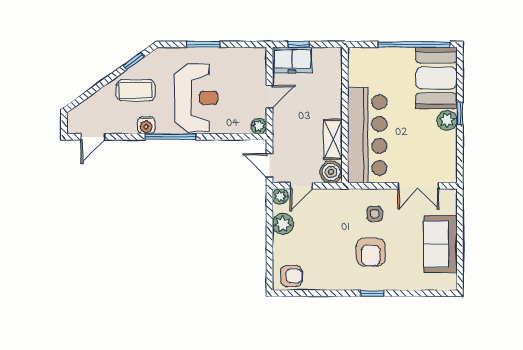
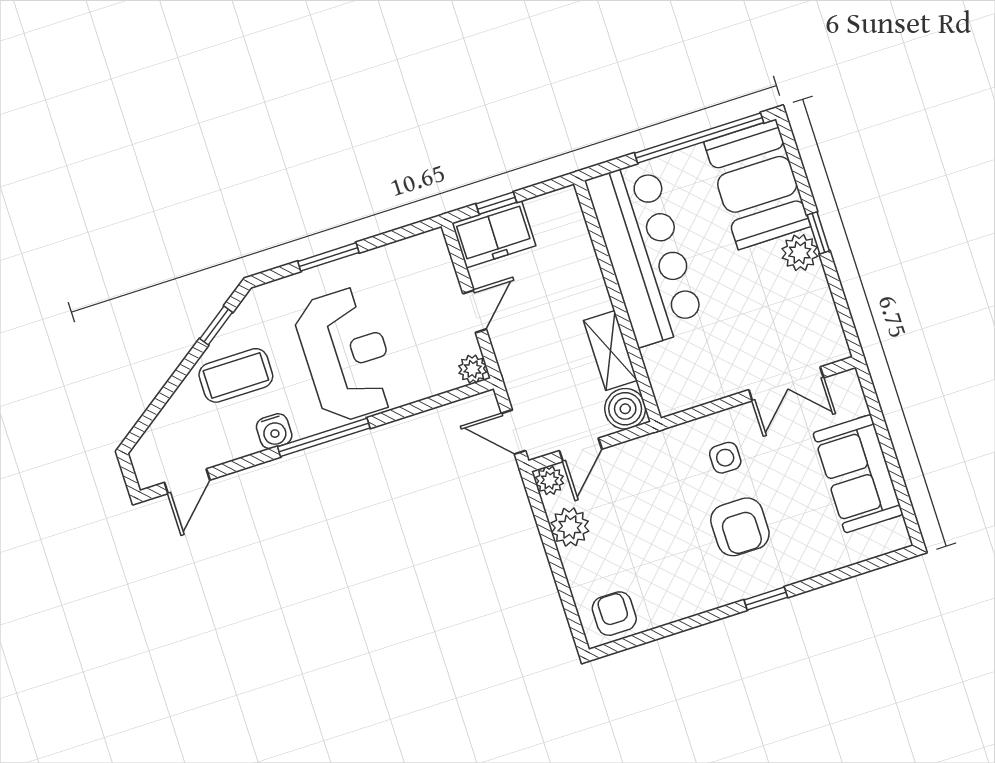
bar counter: (367, 135) -> (645, 253), moved
armchair: (291, 276) -> (614, 614), turned -90

